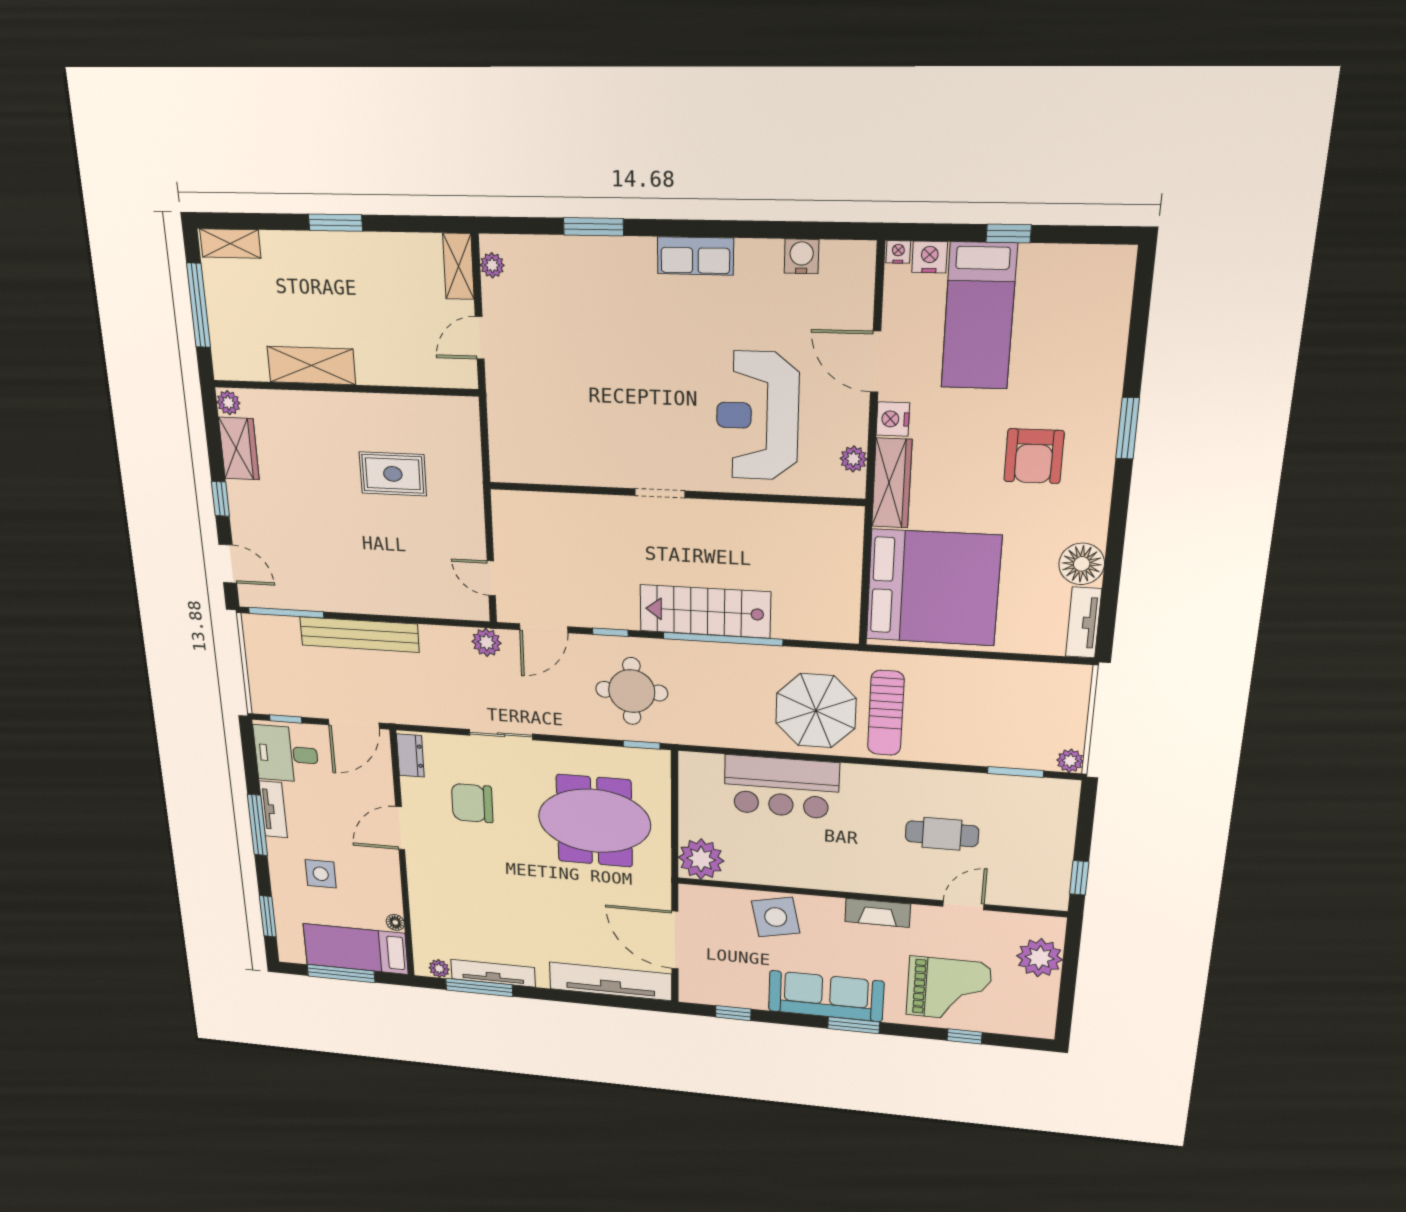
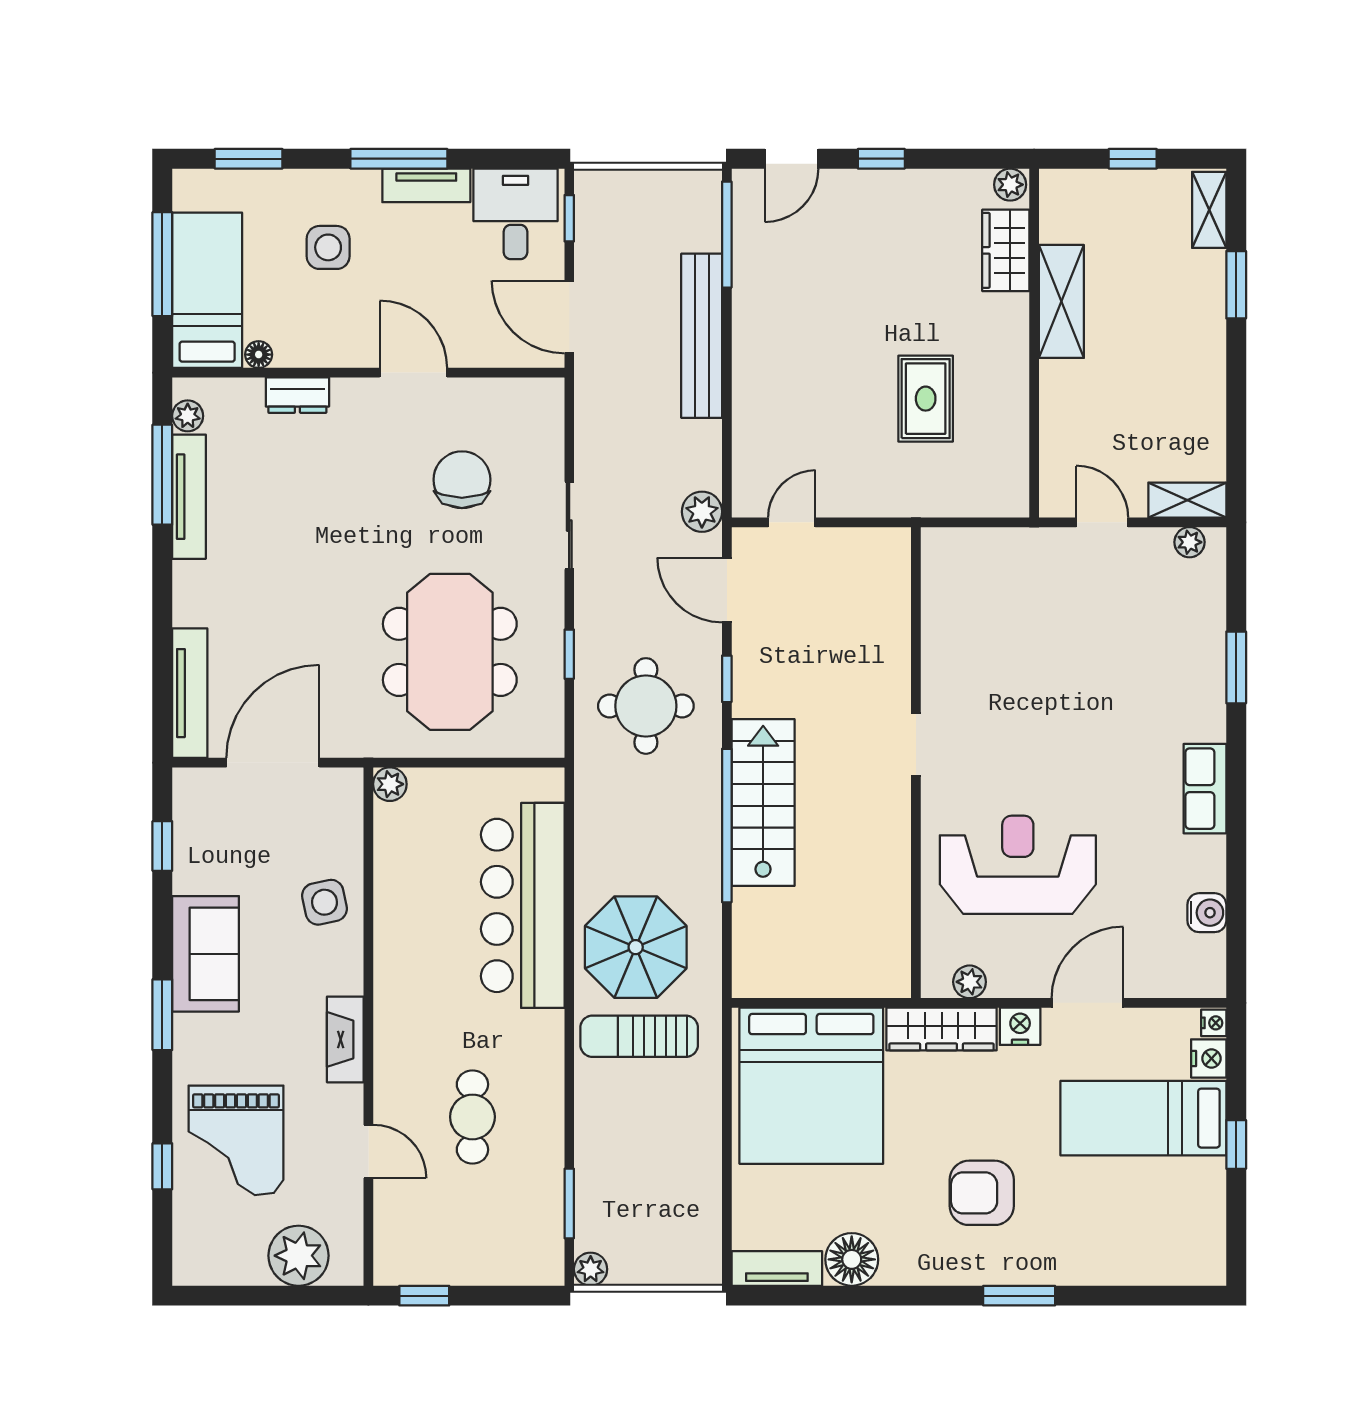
window: (336, 223) -> (1236, 285), moved
window: (199, 305) -> (1133, 159), width x0.46
wardrobe: (239, 449) -> (1006, 250), moved, turned 90
window: (642, 745) -> (569, 654), moved
dresser: (410, 756) -> (297, 395), moved
bar counter: (781, 787) -> (523, 905), width x1.36
plant: (701, 859) -> (390, 784), width x0.53, depth x0.53
side table: (776, 917) -> (325, 902), width x0.73, depth x0.73
tv unit: (610, 981) -> (190, 693), width x0.73, depth x0.78
sofa: (826, 996) -> (206, 954), width x0.73

